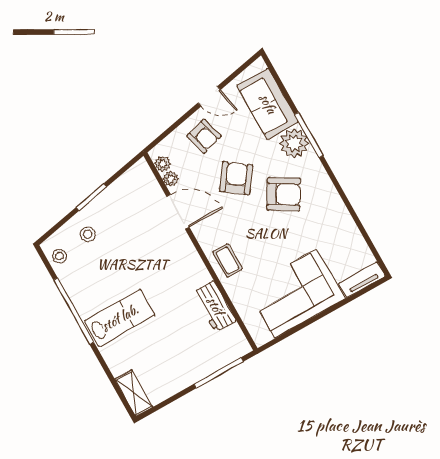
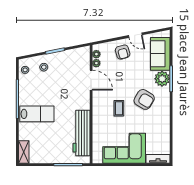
armchair: (236, 178) -> (127, 80), removed
coffee table: (228, 261) -> (119, 108), moved
workbench: (215, 306) -> (81, 133), width x1.88, depth x1.32

